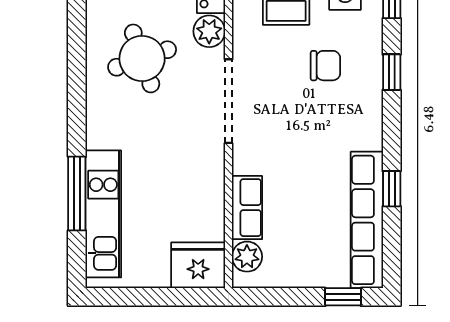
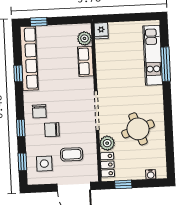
chair: (351, 106) -> (39, 111), added
fridge: (198, 265) -> (101, 31), width x0.53, depth x0.75

